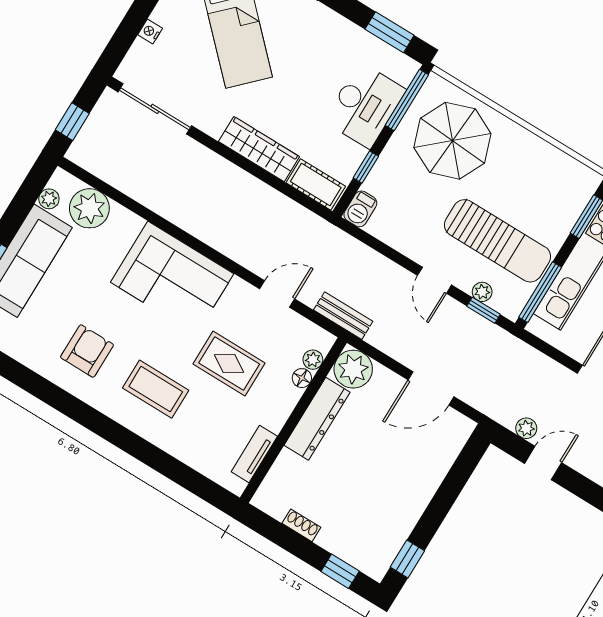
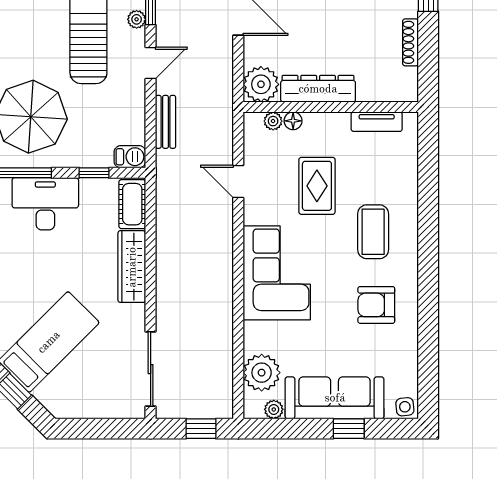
nightstand: (150, 32) -> (91, 411), removed
bench: (343, 316) -> (165, 122), moved
shoe rack: (301, 525) -> (411, 42), width x1.43

